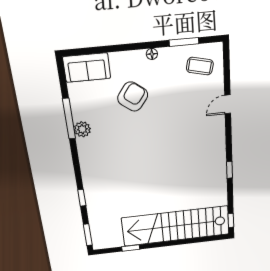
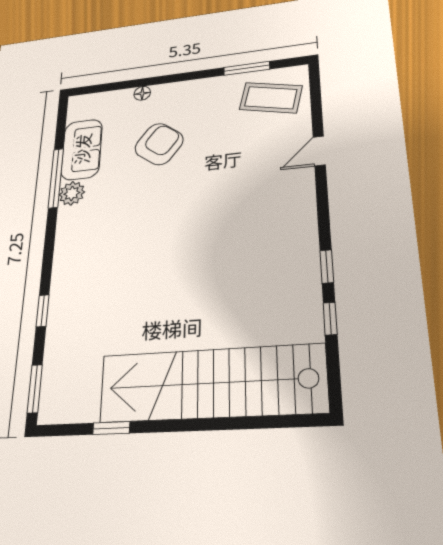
floor lamp: (152, 54) -> (142, 93), moved
coffee table: (200, 66) -> (271, 98), width x1.36, depth x1.30
sofa: (87, 68) -> (82, 149), moved, turned -90
window: (231, 220) -> (330, 319), moved

